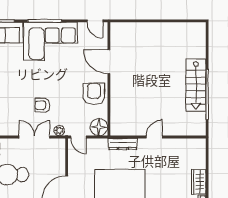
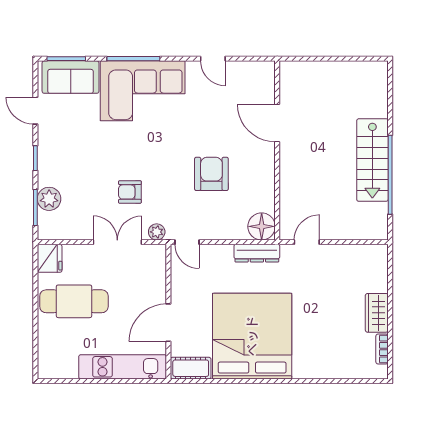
door: (109, 62) -> (277, 123), moved
wall: (109, 79) -> (277, 150), moved
floor lamp: (99, 127) -> (262, 226), moved

